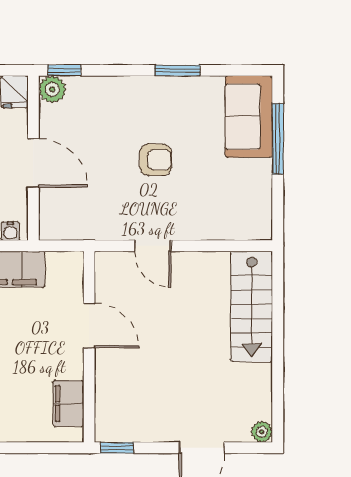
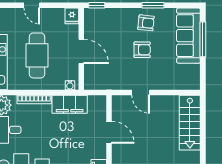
plant: (52, 89) -> (91, 15), removed
armchair: (163, 106) -> (146, 23), added
sofa: (249, 117) -> (188, 36), width x1.36

